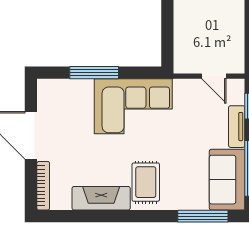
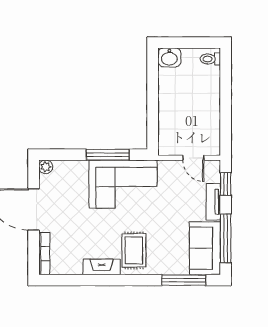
window: (94, 73) -> (108, 155), moved
plant: (45, 86) -> (46, 167), added
fireplace: (101, 198) -> (102, 267), width x0.73, depth x0.76

